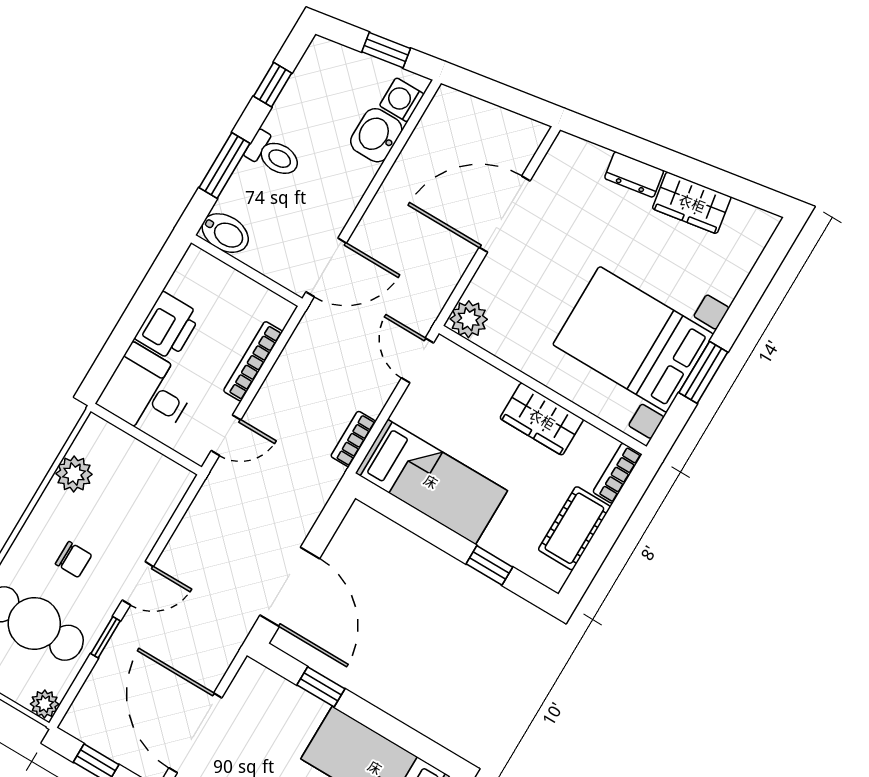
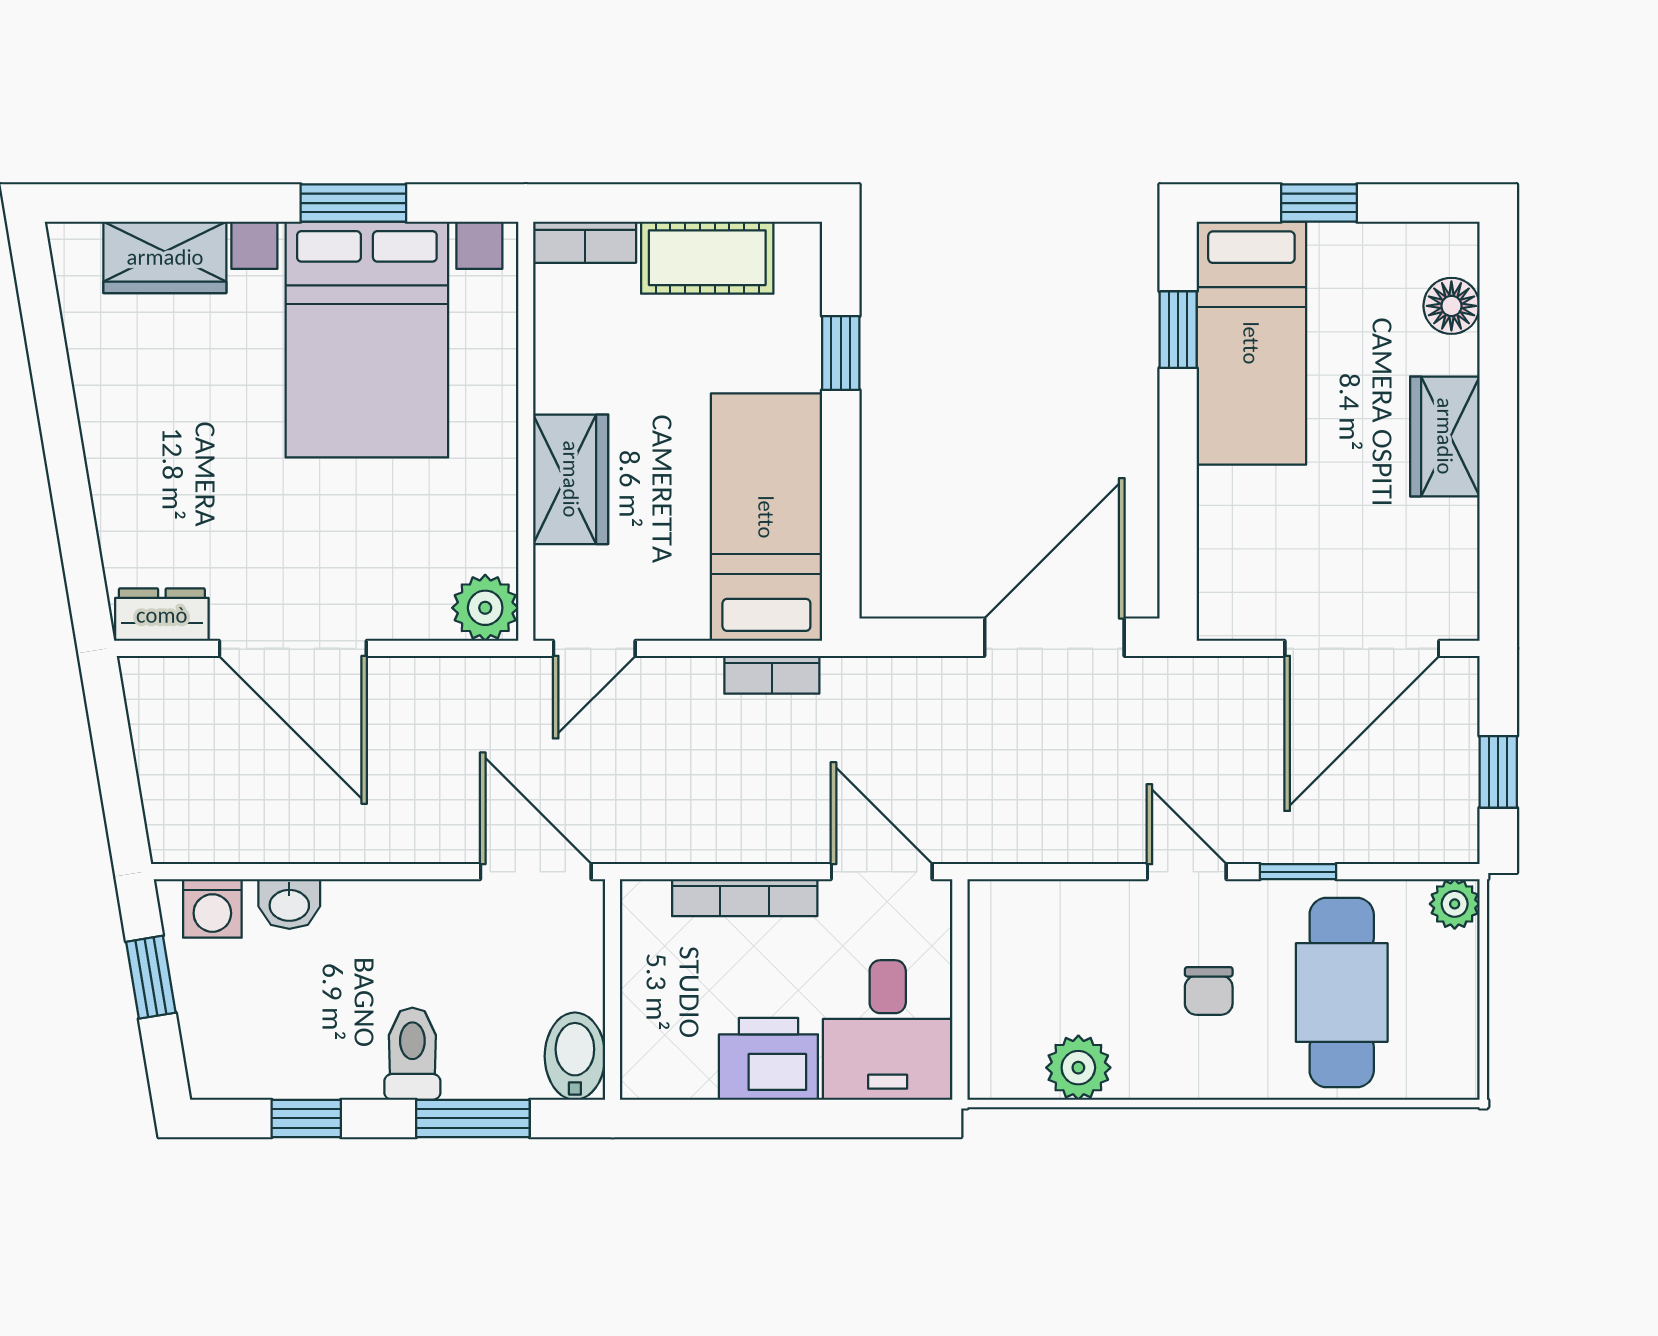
washbasin: (376, 135) -> (289, 904), width x0.72, depth x0.69
dresser: (634, 174) -> (162, 615), moved, turned -81
wardrobe: (692, 203) -> (165, 257), moved, turned 99
wardrobe: (542, 419) -> (571, 479), moved
door: (226, 435) -> (882, 872), width x1.38
chair: (73, 559) -> (1209, 991), turned 180
window: (321, 687) -> (1178, 330), moved

